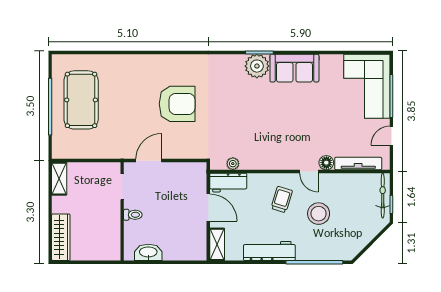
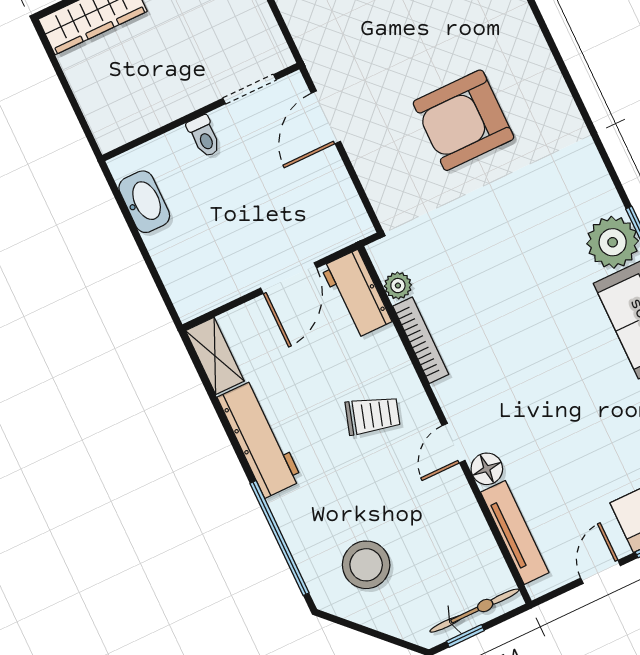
armchair: (177, 104) -> (463, 120), turned 90
door: (391, 136) -> (601, 572), hinge flipped
door: (149, 161) -> (326, 117), swing flipped
bookcase: (260, 165) -> (421, 340), added
stool: (319, 214) -> (366, 565), moved
shelving: (217, 244) -> (215, 356), moved, turned 90

